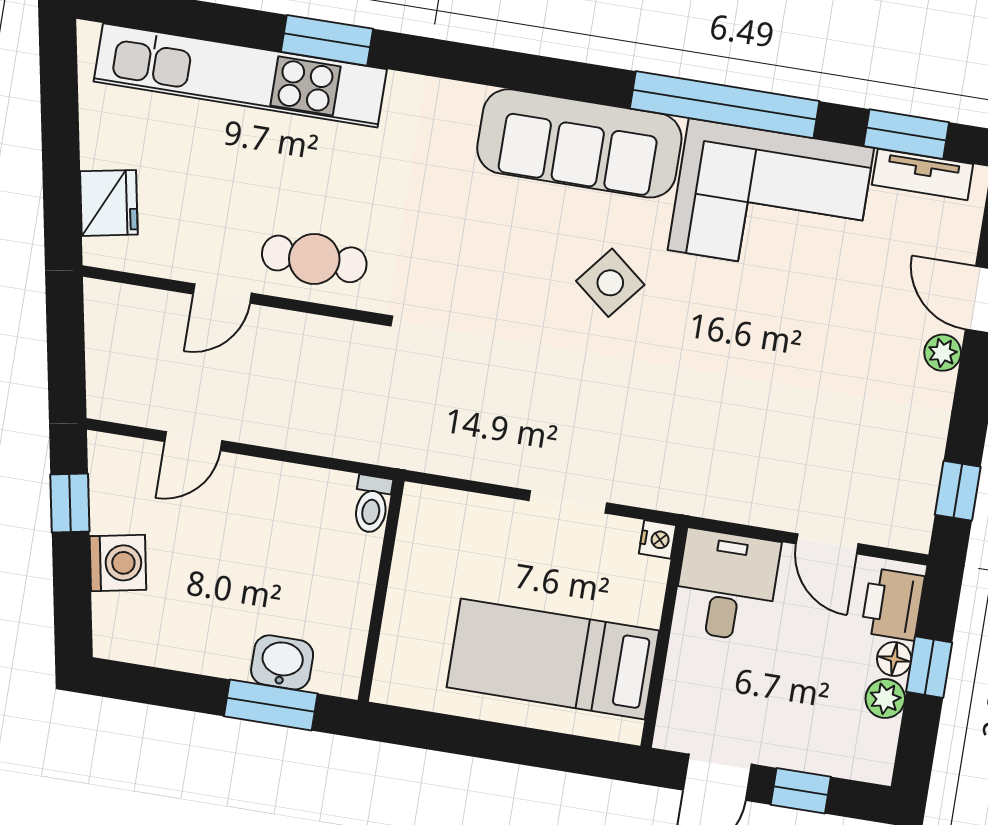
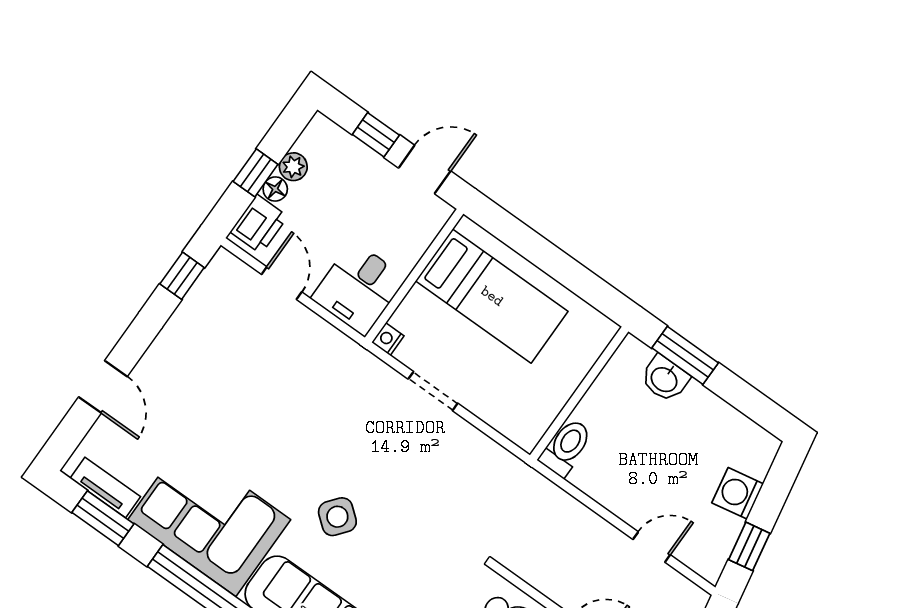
plant: (943, 353) -> (148, 368), removed
toilet: (372, 504) -> (566, 447), width x1.37, depth x1.39

